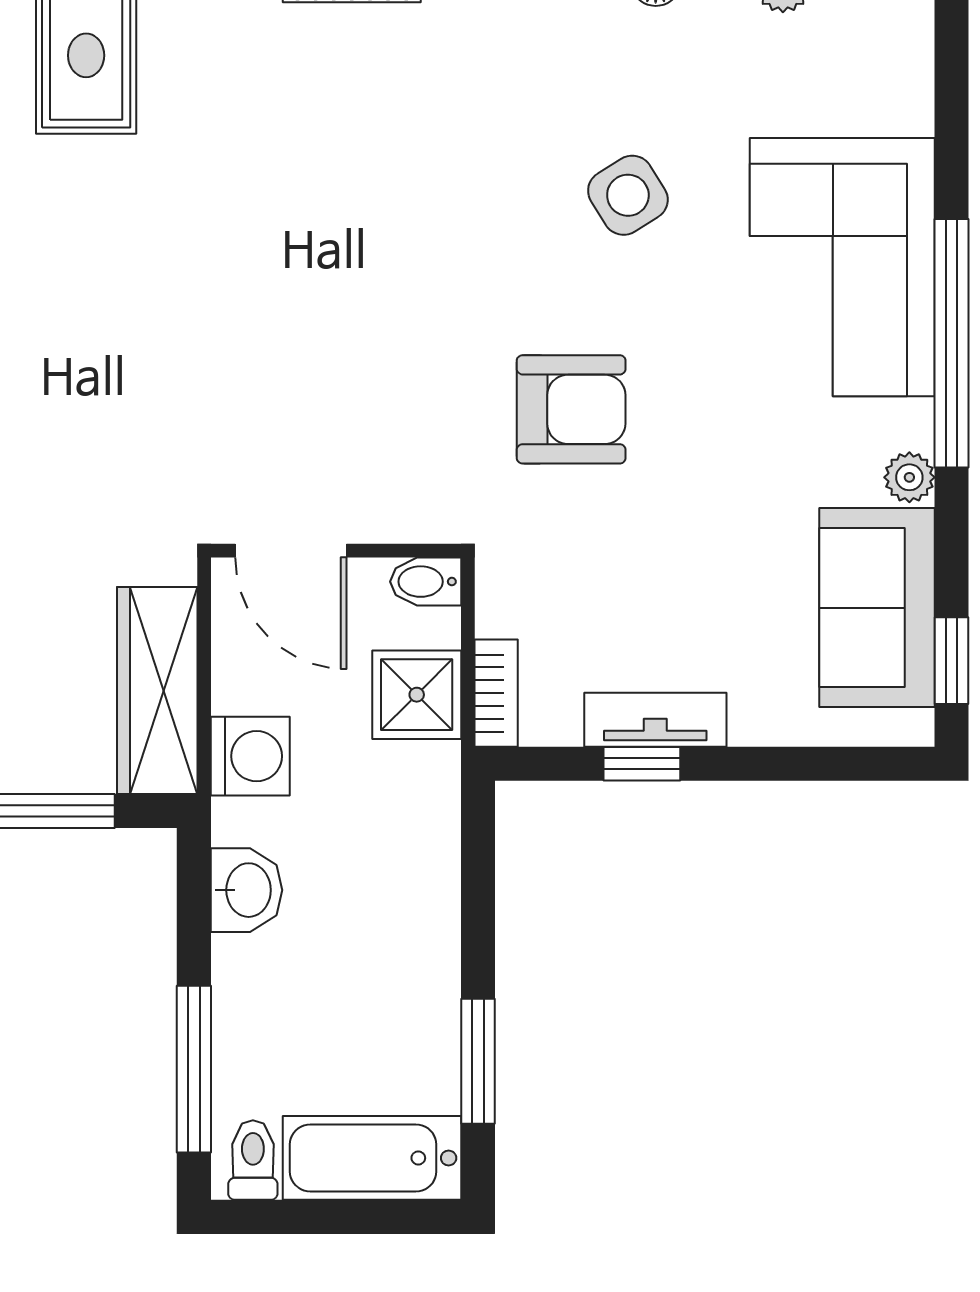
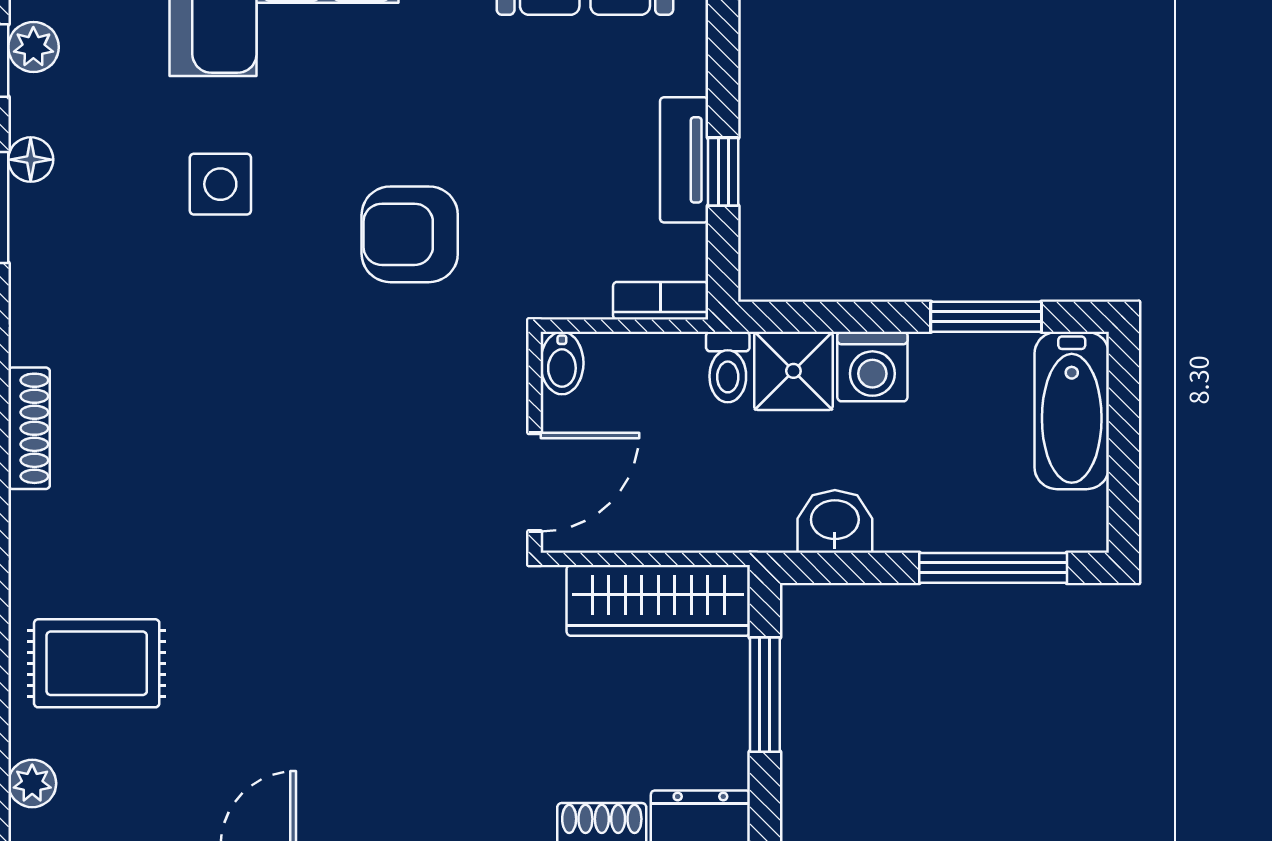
side table: (628, 195) -> (220, 184), turned 32
armchair: (571, 409) -> (410, 234), turned -90
shower: (417, 695) -> (793, 371), moved
washing machine: (250, 756) -> (872, 367), moved, turned 180
toilet: (253, 1160) -> (728, 367), moved, turned -90

